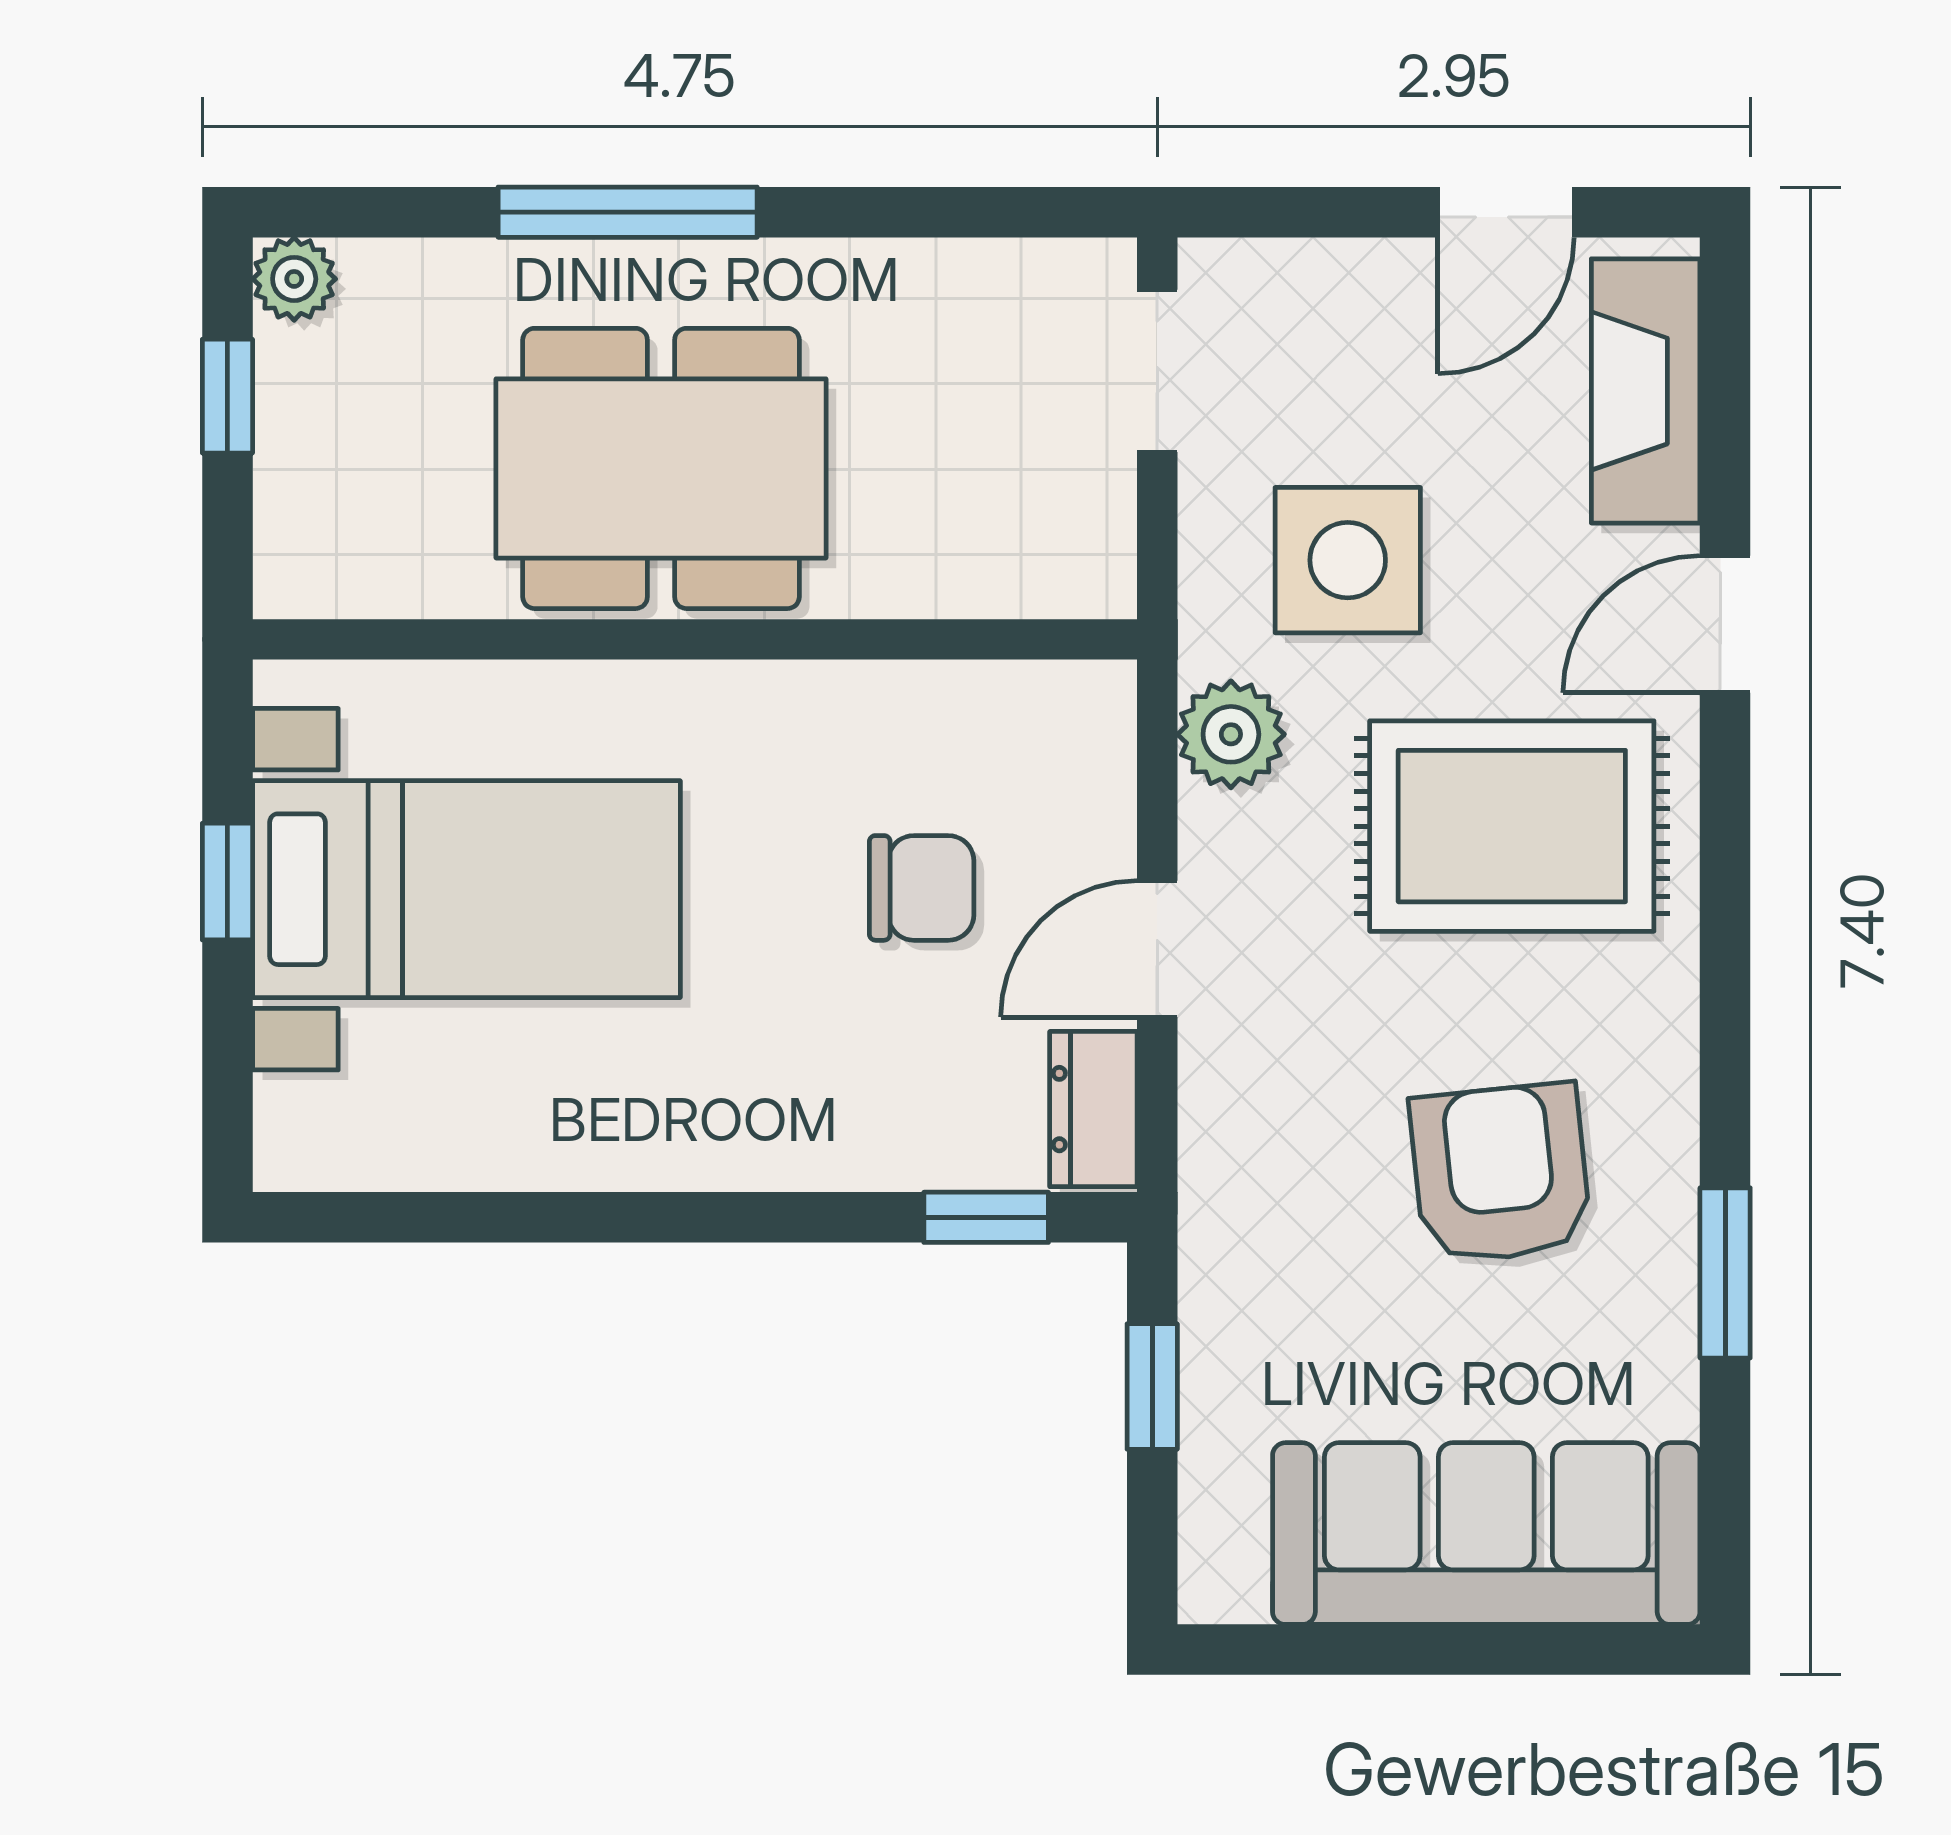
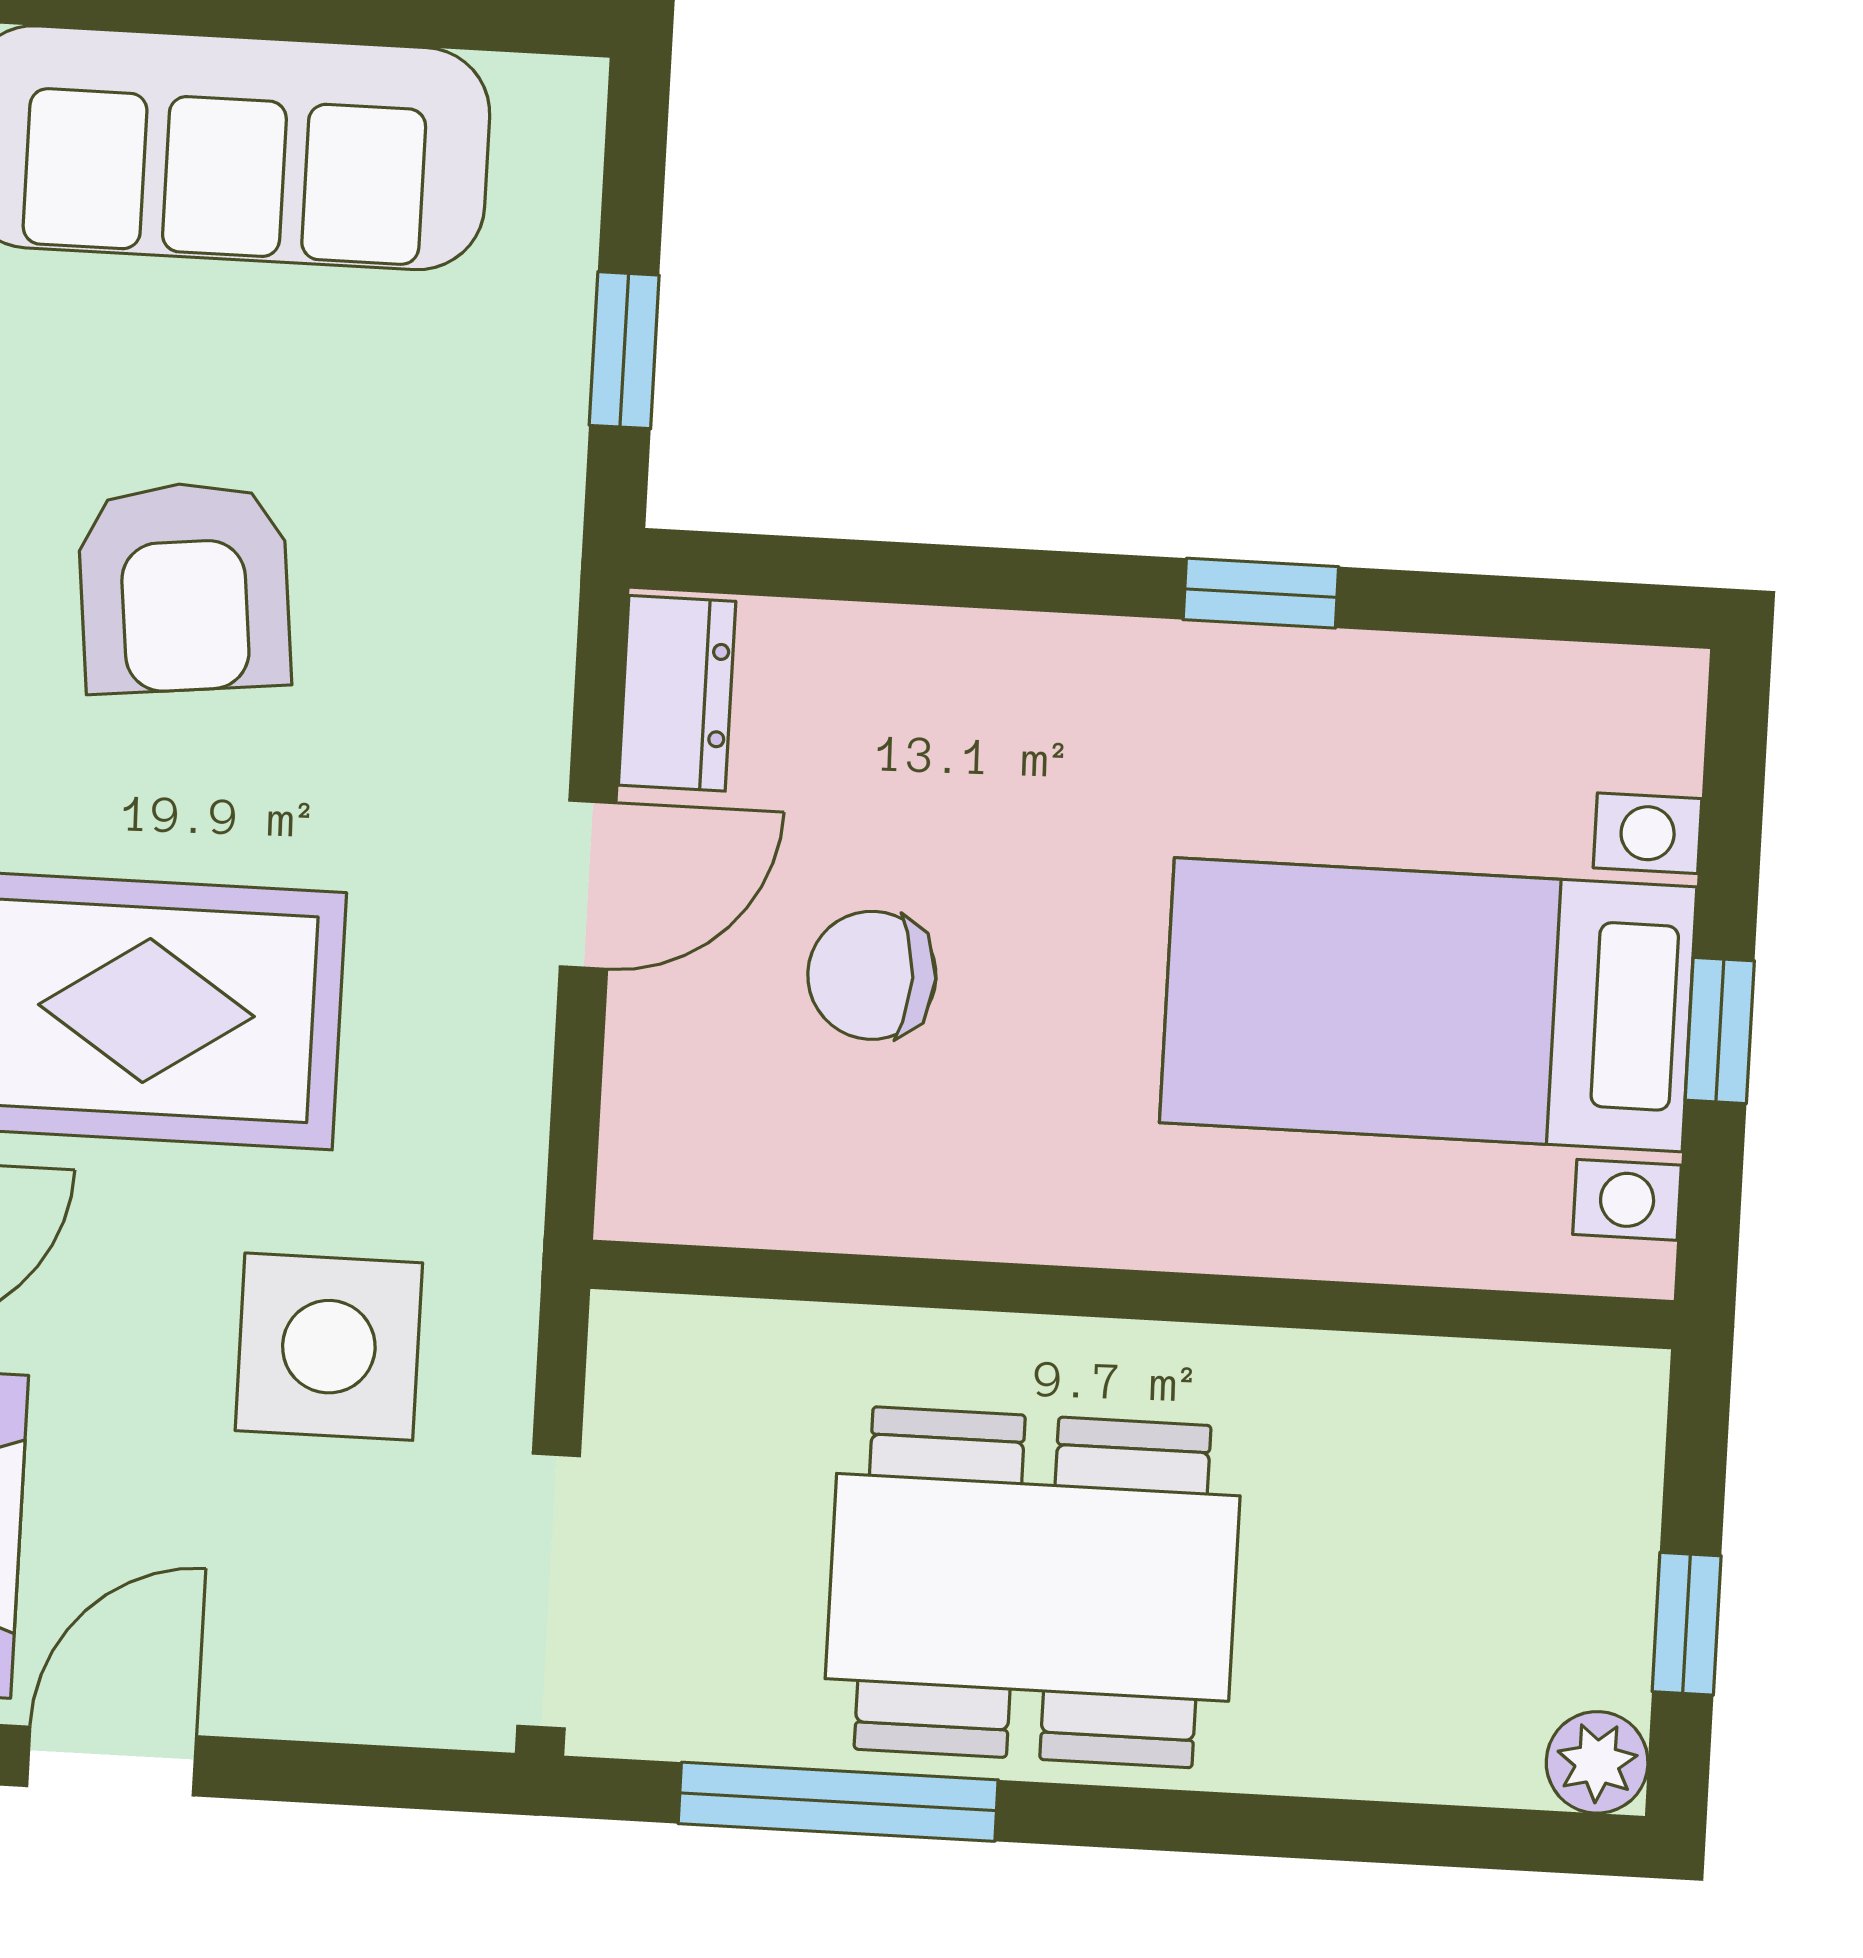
window: (628, 212) -> (838, 1802), moved
doorway: (1157, 371) -> (549, 1591), width x1.38
dining table: (661, 468) -> (1033, 1587), moved
plant: (1231, 734) -> (483, 1142), removed
window: (986, 1217) -> (1261, 593), moved

